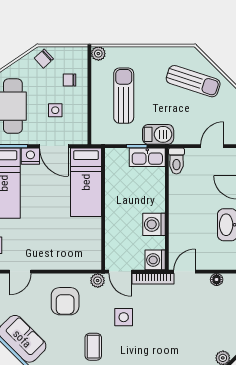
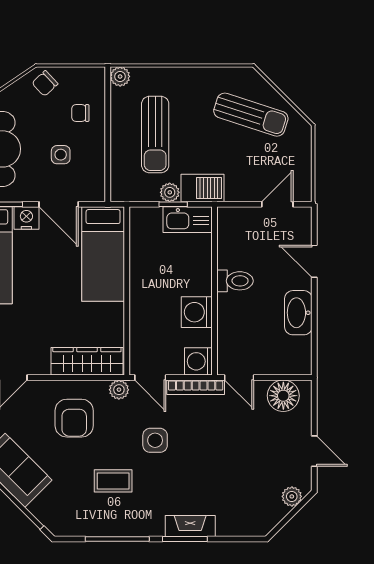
sun lounger: (124, 96) -> (155, 135), turned 180
plant: (134, 138) -> (170, 192), added
toilet: (176, 161) -> (235, 281), moved, turned -90
wardrobe: (74, 260) -> (87, 361), added
door: (185, 272) -> (239, 378), swing flipped
floor lamp: (217, 280) -> (283, 396), width x1.89, depth x1.89
coffee table: (93, 347) -> (113, 481), turned 90

